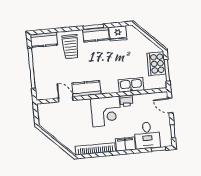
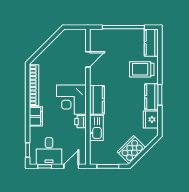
cooker: (156, 64) -> (131, 150), moved, turned -45
kitchen counter: (86, 89) -> (97, 100), moved
desk: (147, 135) -> (49, 151), moved, turned -90

